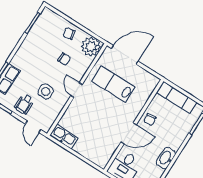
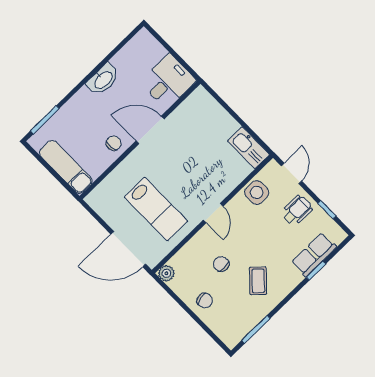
plant: (91, 47) -> (166, 273), width x0.53, depth x0.53
coffee table: (38, 54) -> (258, 281), added
side table: (46, 92) -> (257, 192), moved

